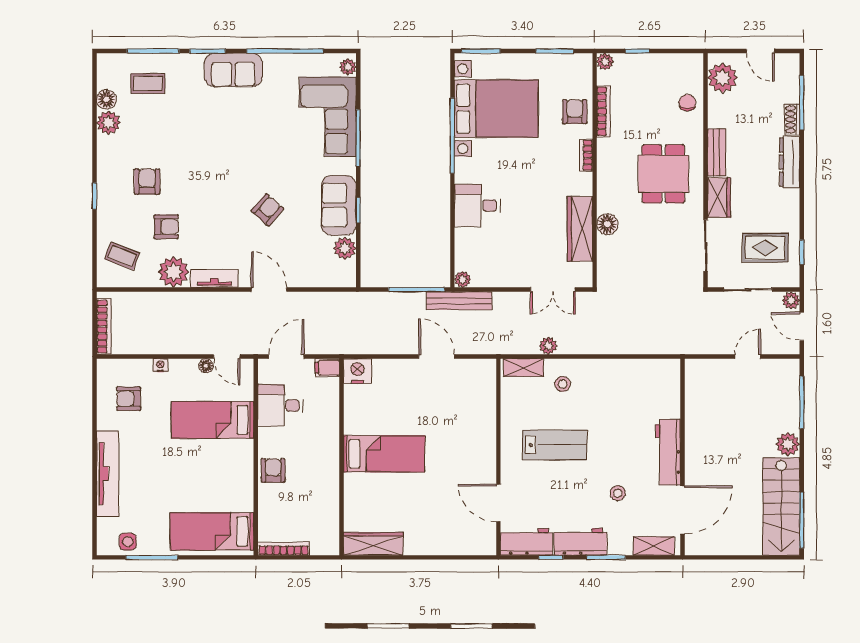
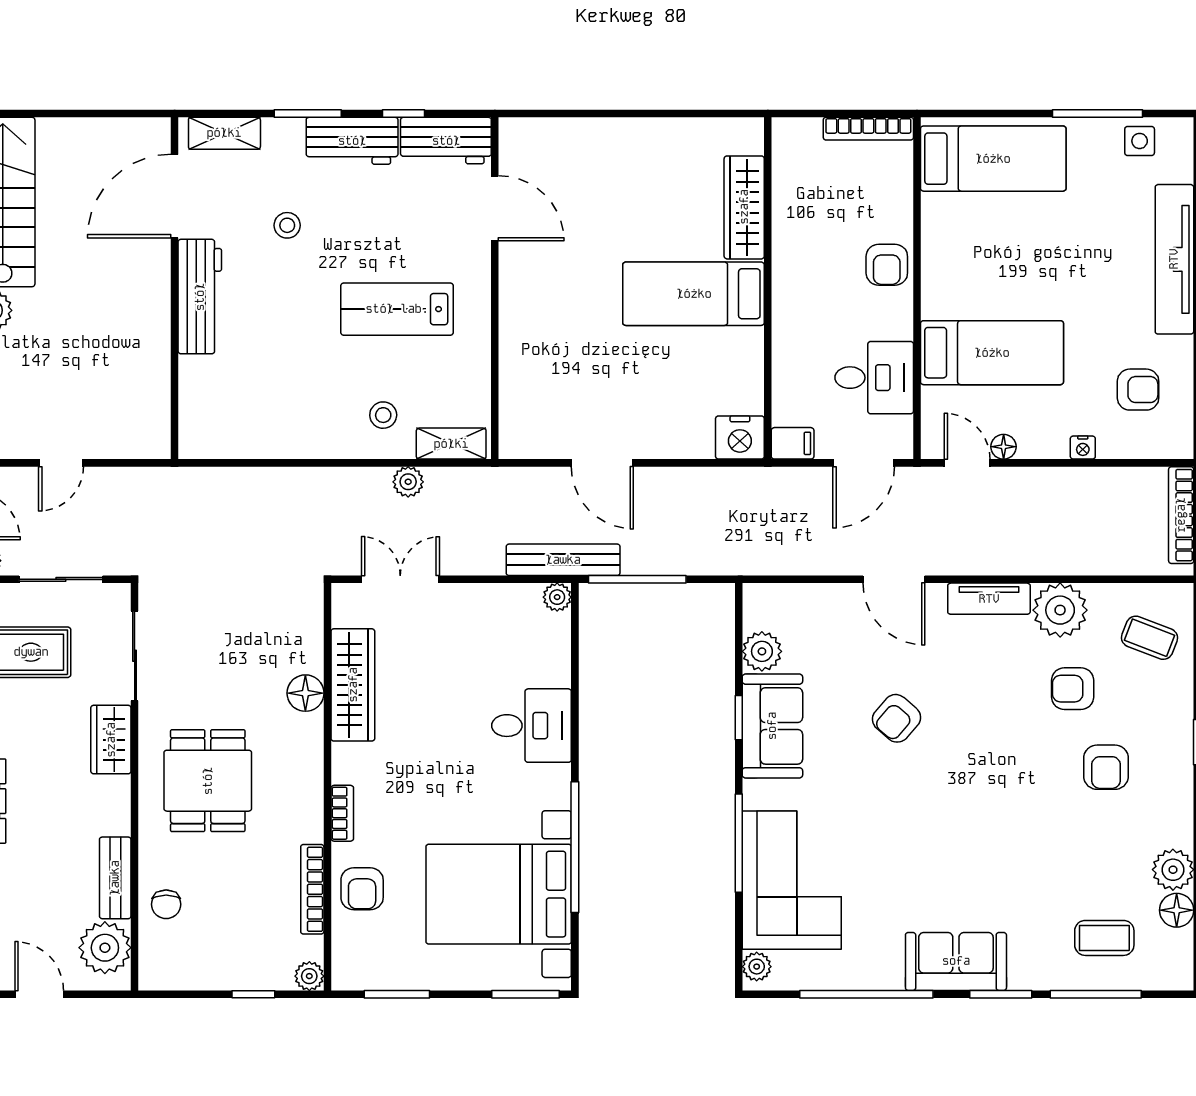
bench: (717, 152) -> (115, 878), moved
wardrobe: (373, 544) -> (744, 207), moved, turned 90

